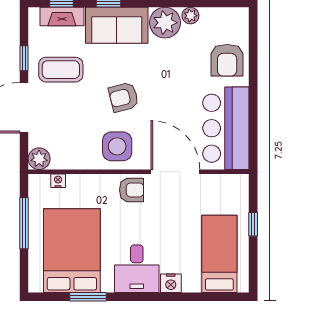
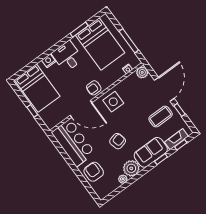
armchair: (124, 97) -> (118, 141), moved
bed: (219, 254) -> (37, 88), width x1.50

